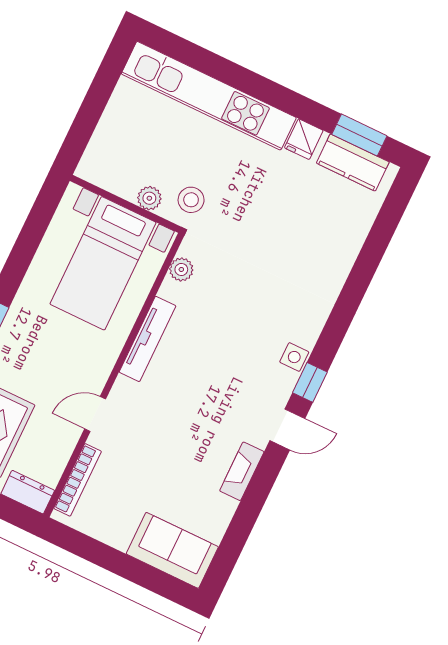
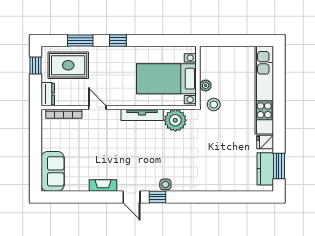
plant: (181, 269) -> (175, 120), width x1.88, depth x1.88

